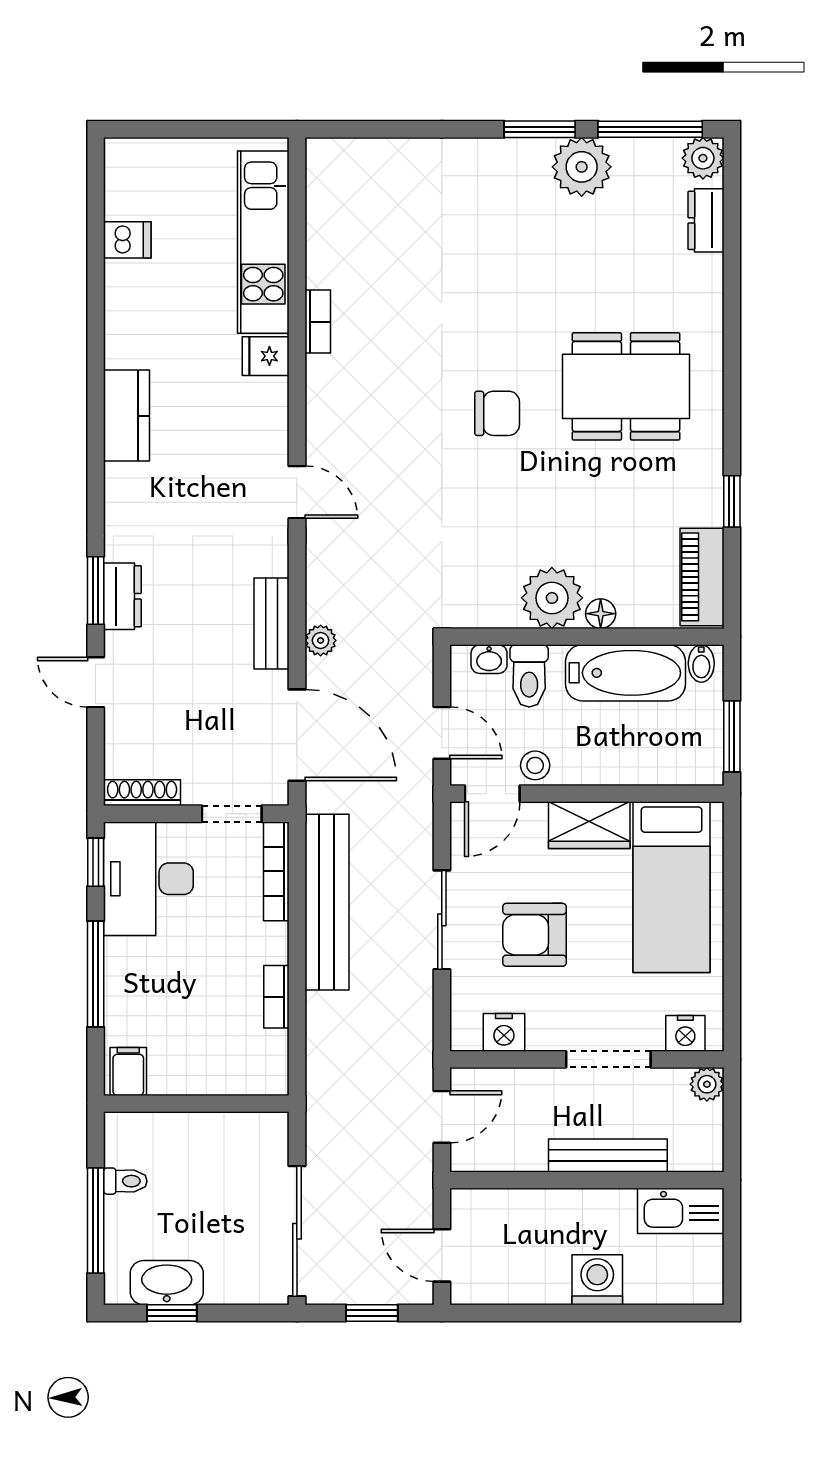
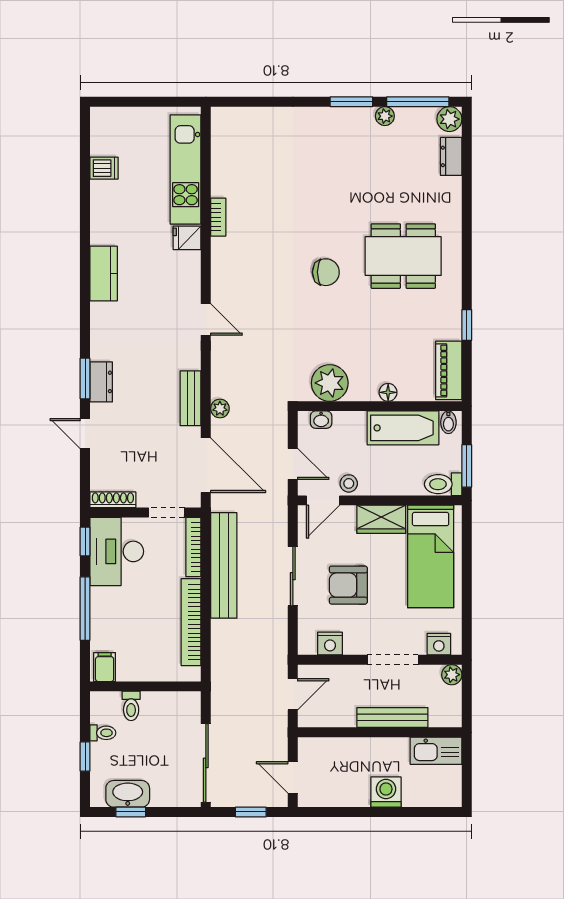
plant: (582, 167) -> (385, 116), width x0.53, depth x0.53
plant: (552, 598) -> (330, 383), moved
toilet: (529, 676) -> (443, 484), moved, turned 90
bookcase: (276, 997) -> (191, 622), width x2.31, depth x1.31
toilet: (172, 1136) -> (131, 706), added
window: (96, 1220) -> (85, 756), width x0.46

